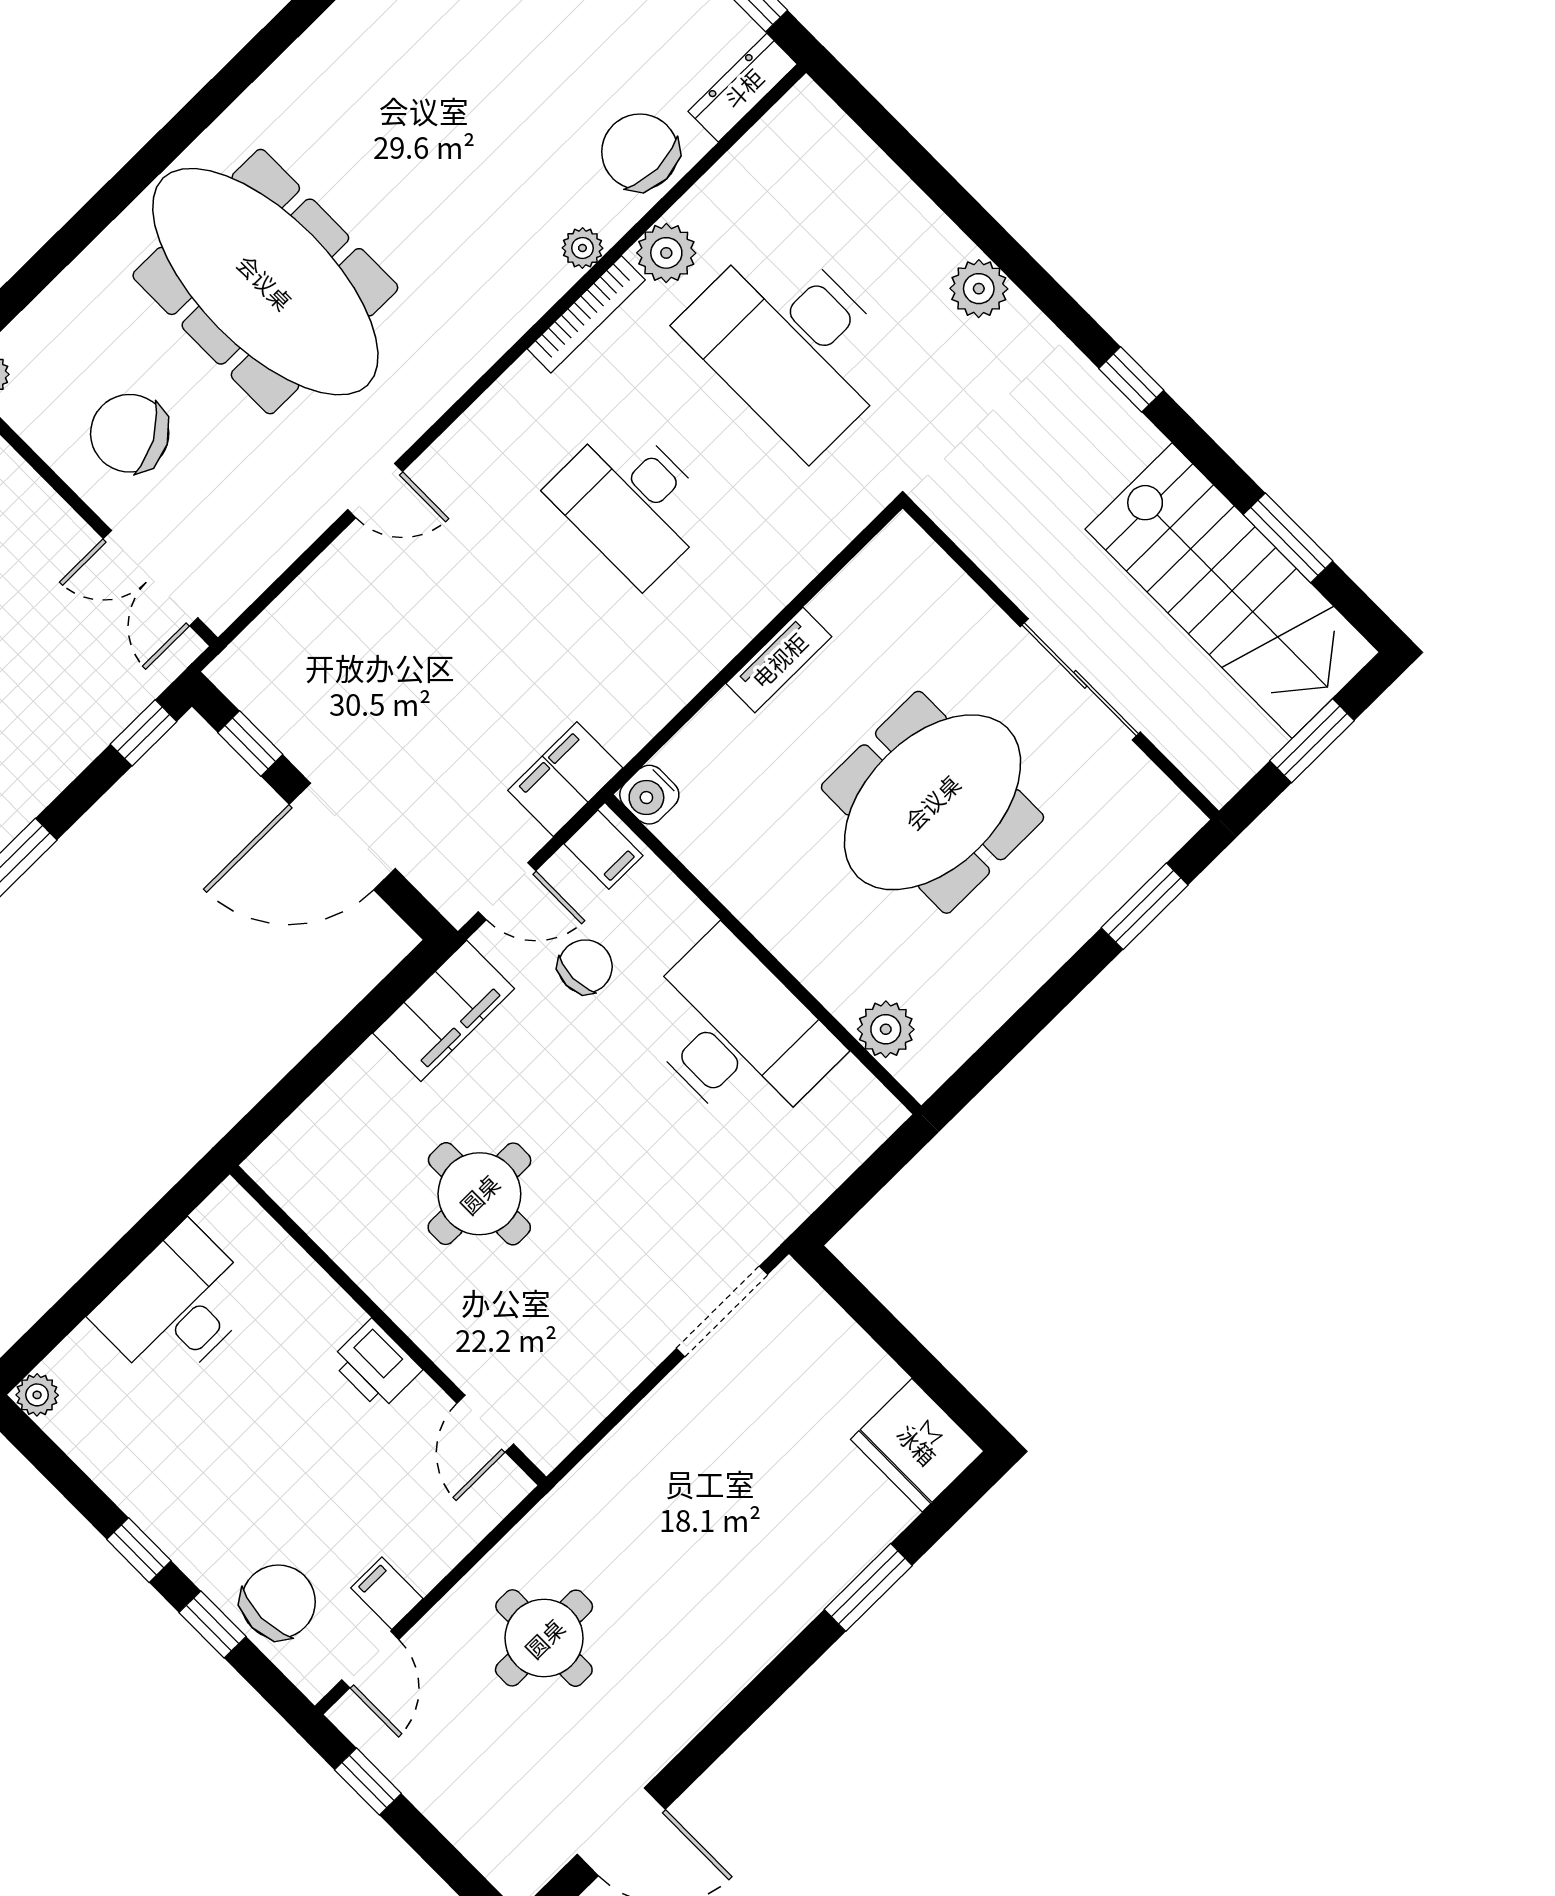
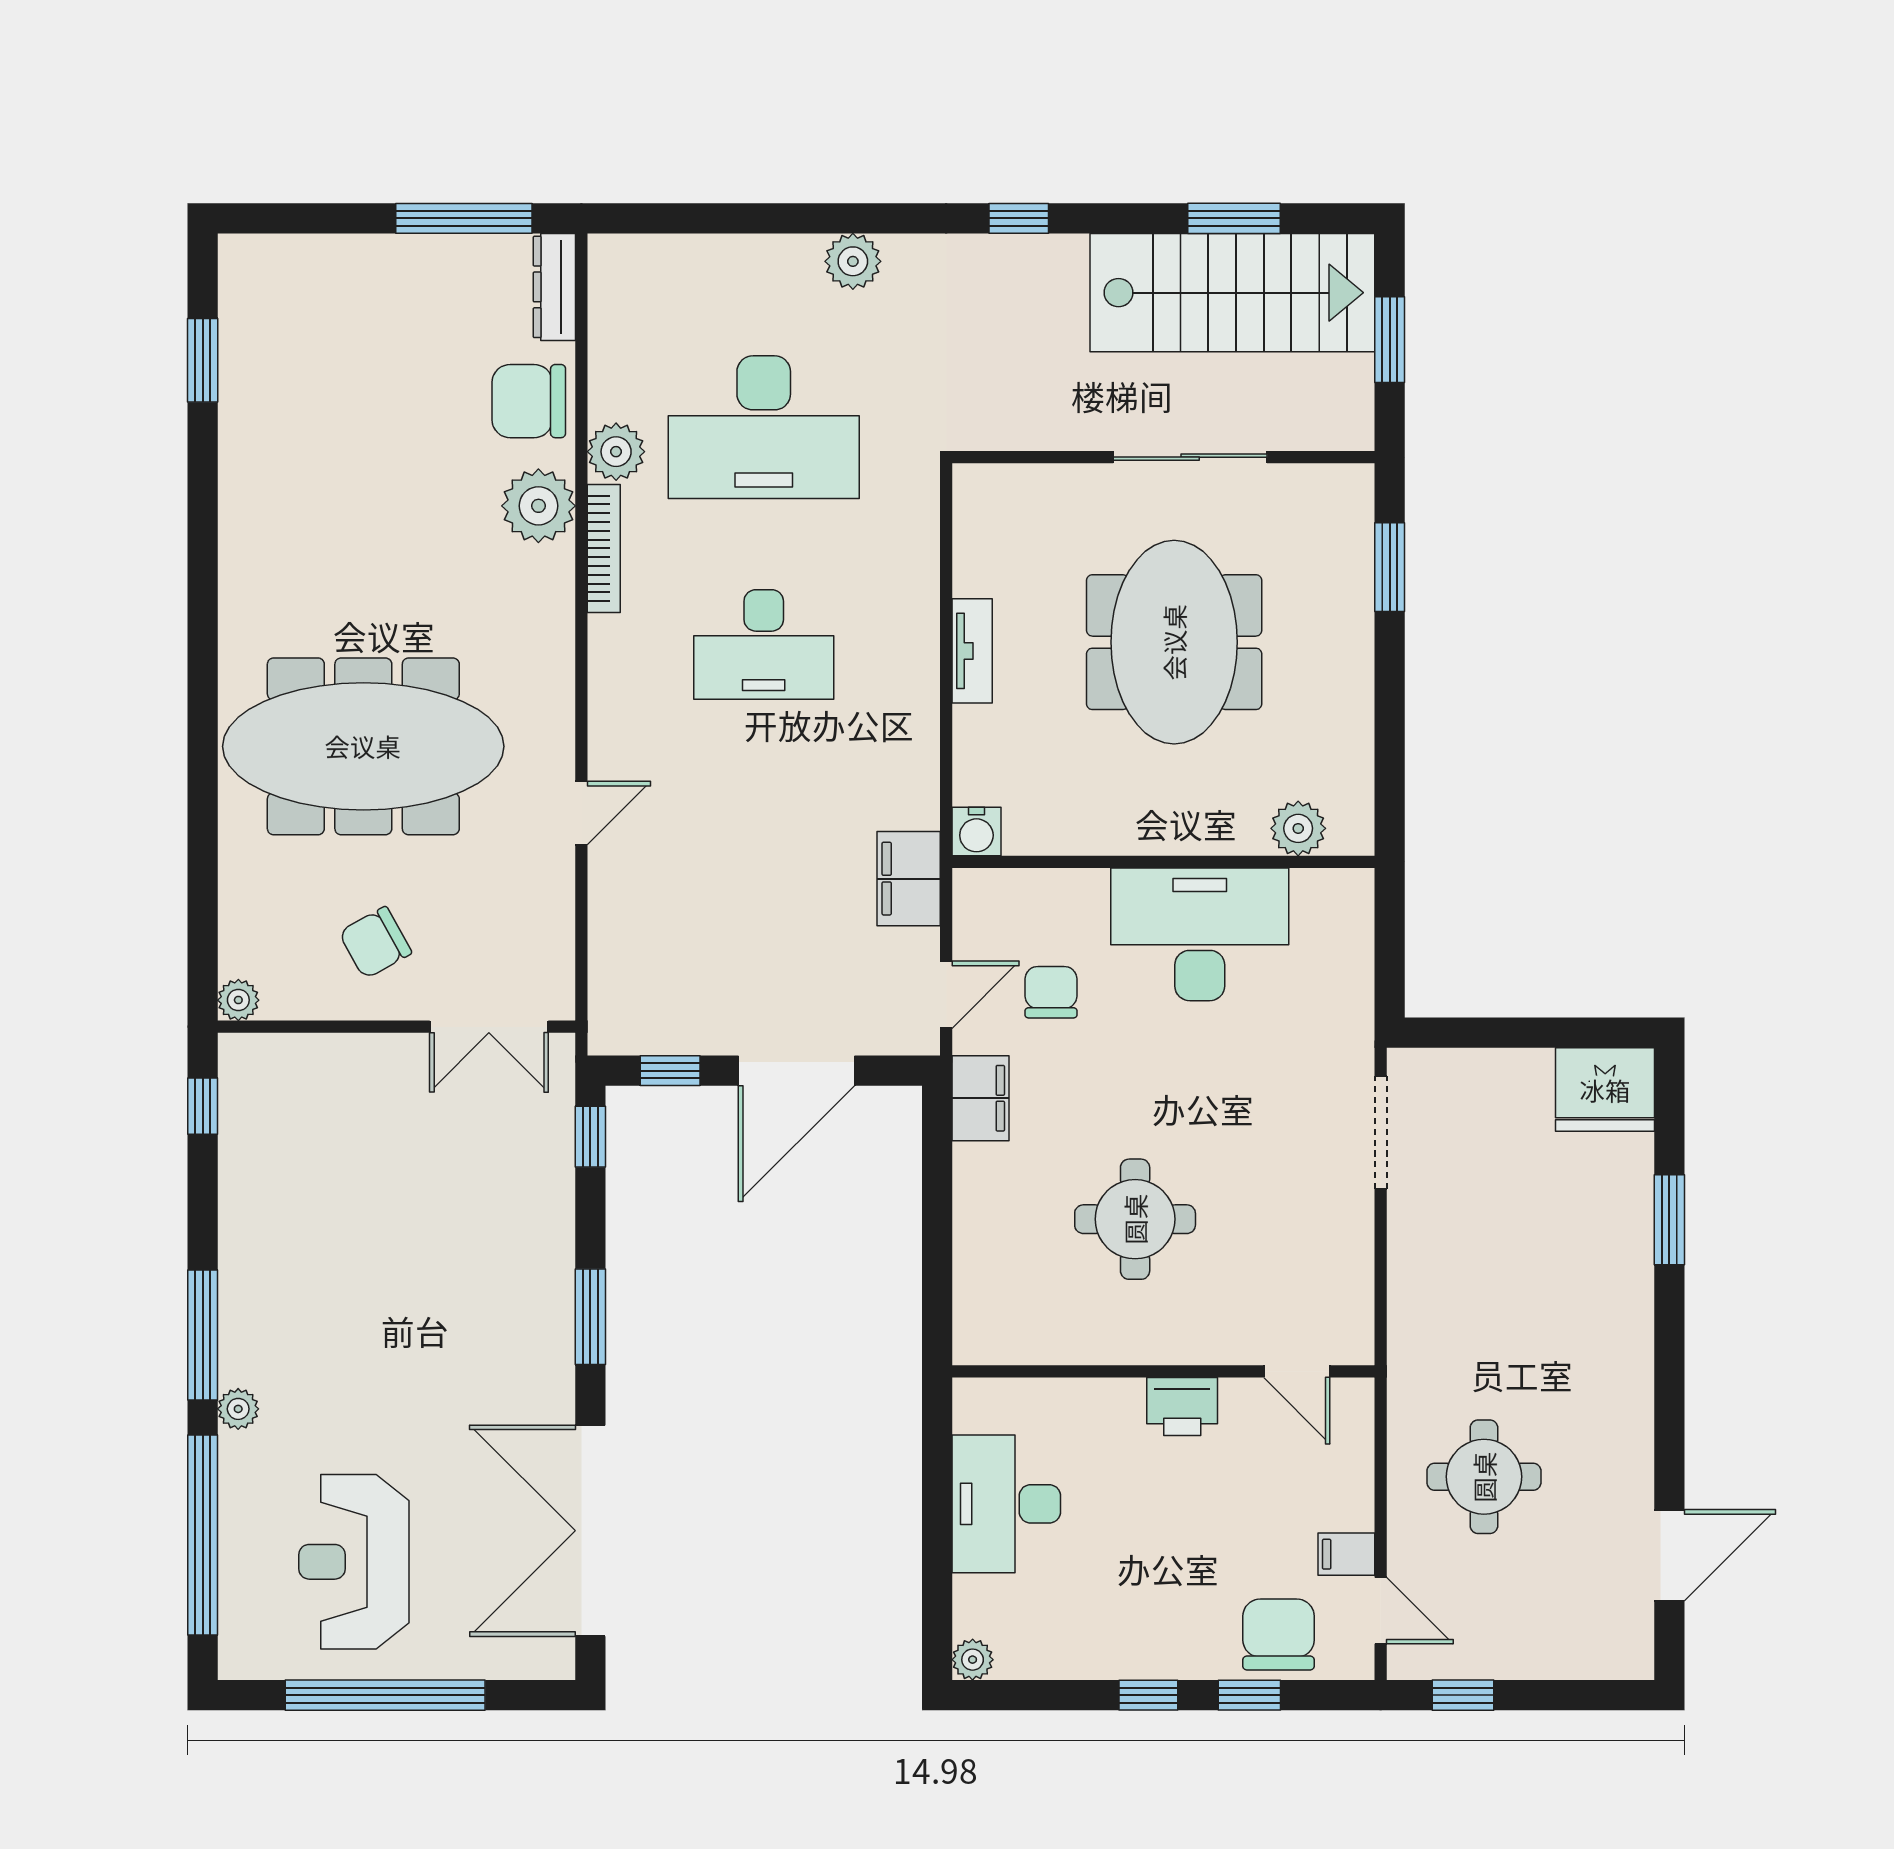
plant: (582, 248) -> (538, 506), width x1.87, depth x1.87
chair: (130, 433) -> (375, 943), width x0.73, depth x0.73
filing cabinet: (603, 850) -> (983, 900), removed
filing cabinet: (444, 1011) -> (980, 1098), width x0.67, depth x0.86

